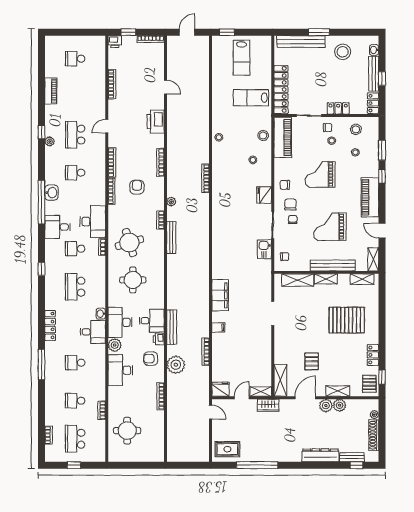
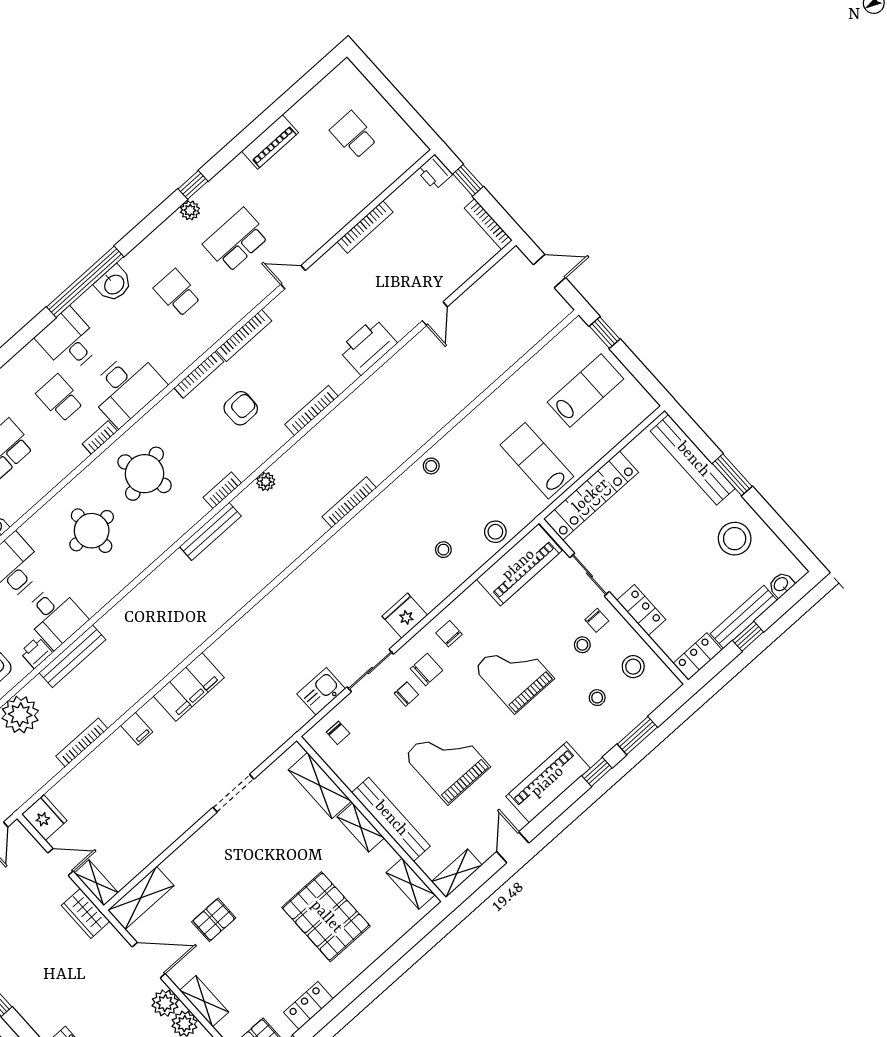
lab bench: (242, 58) -> (586, 391), turned 180

